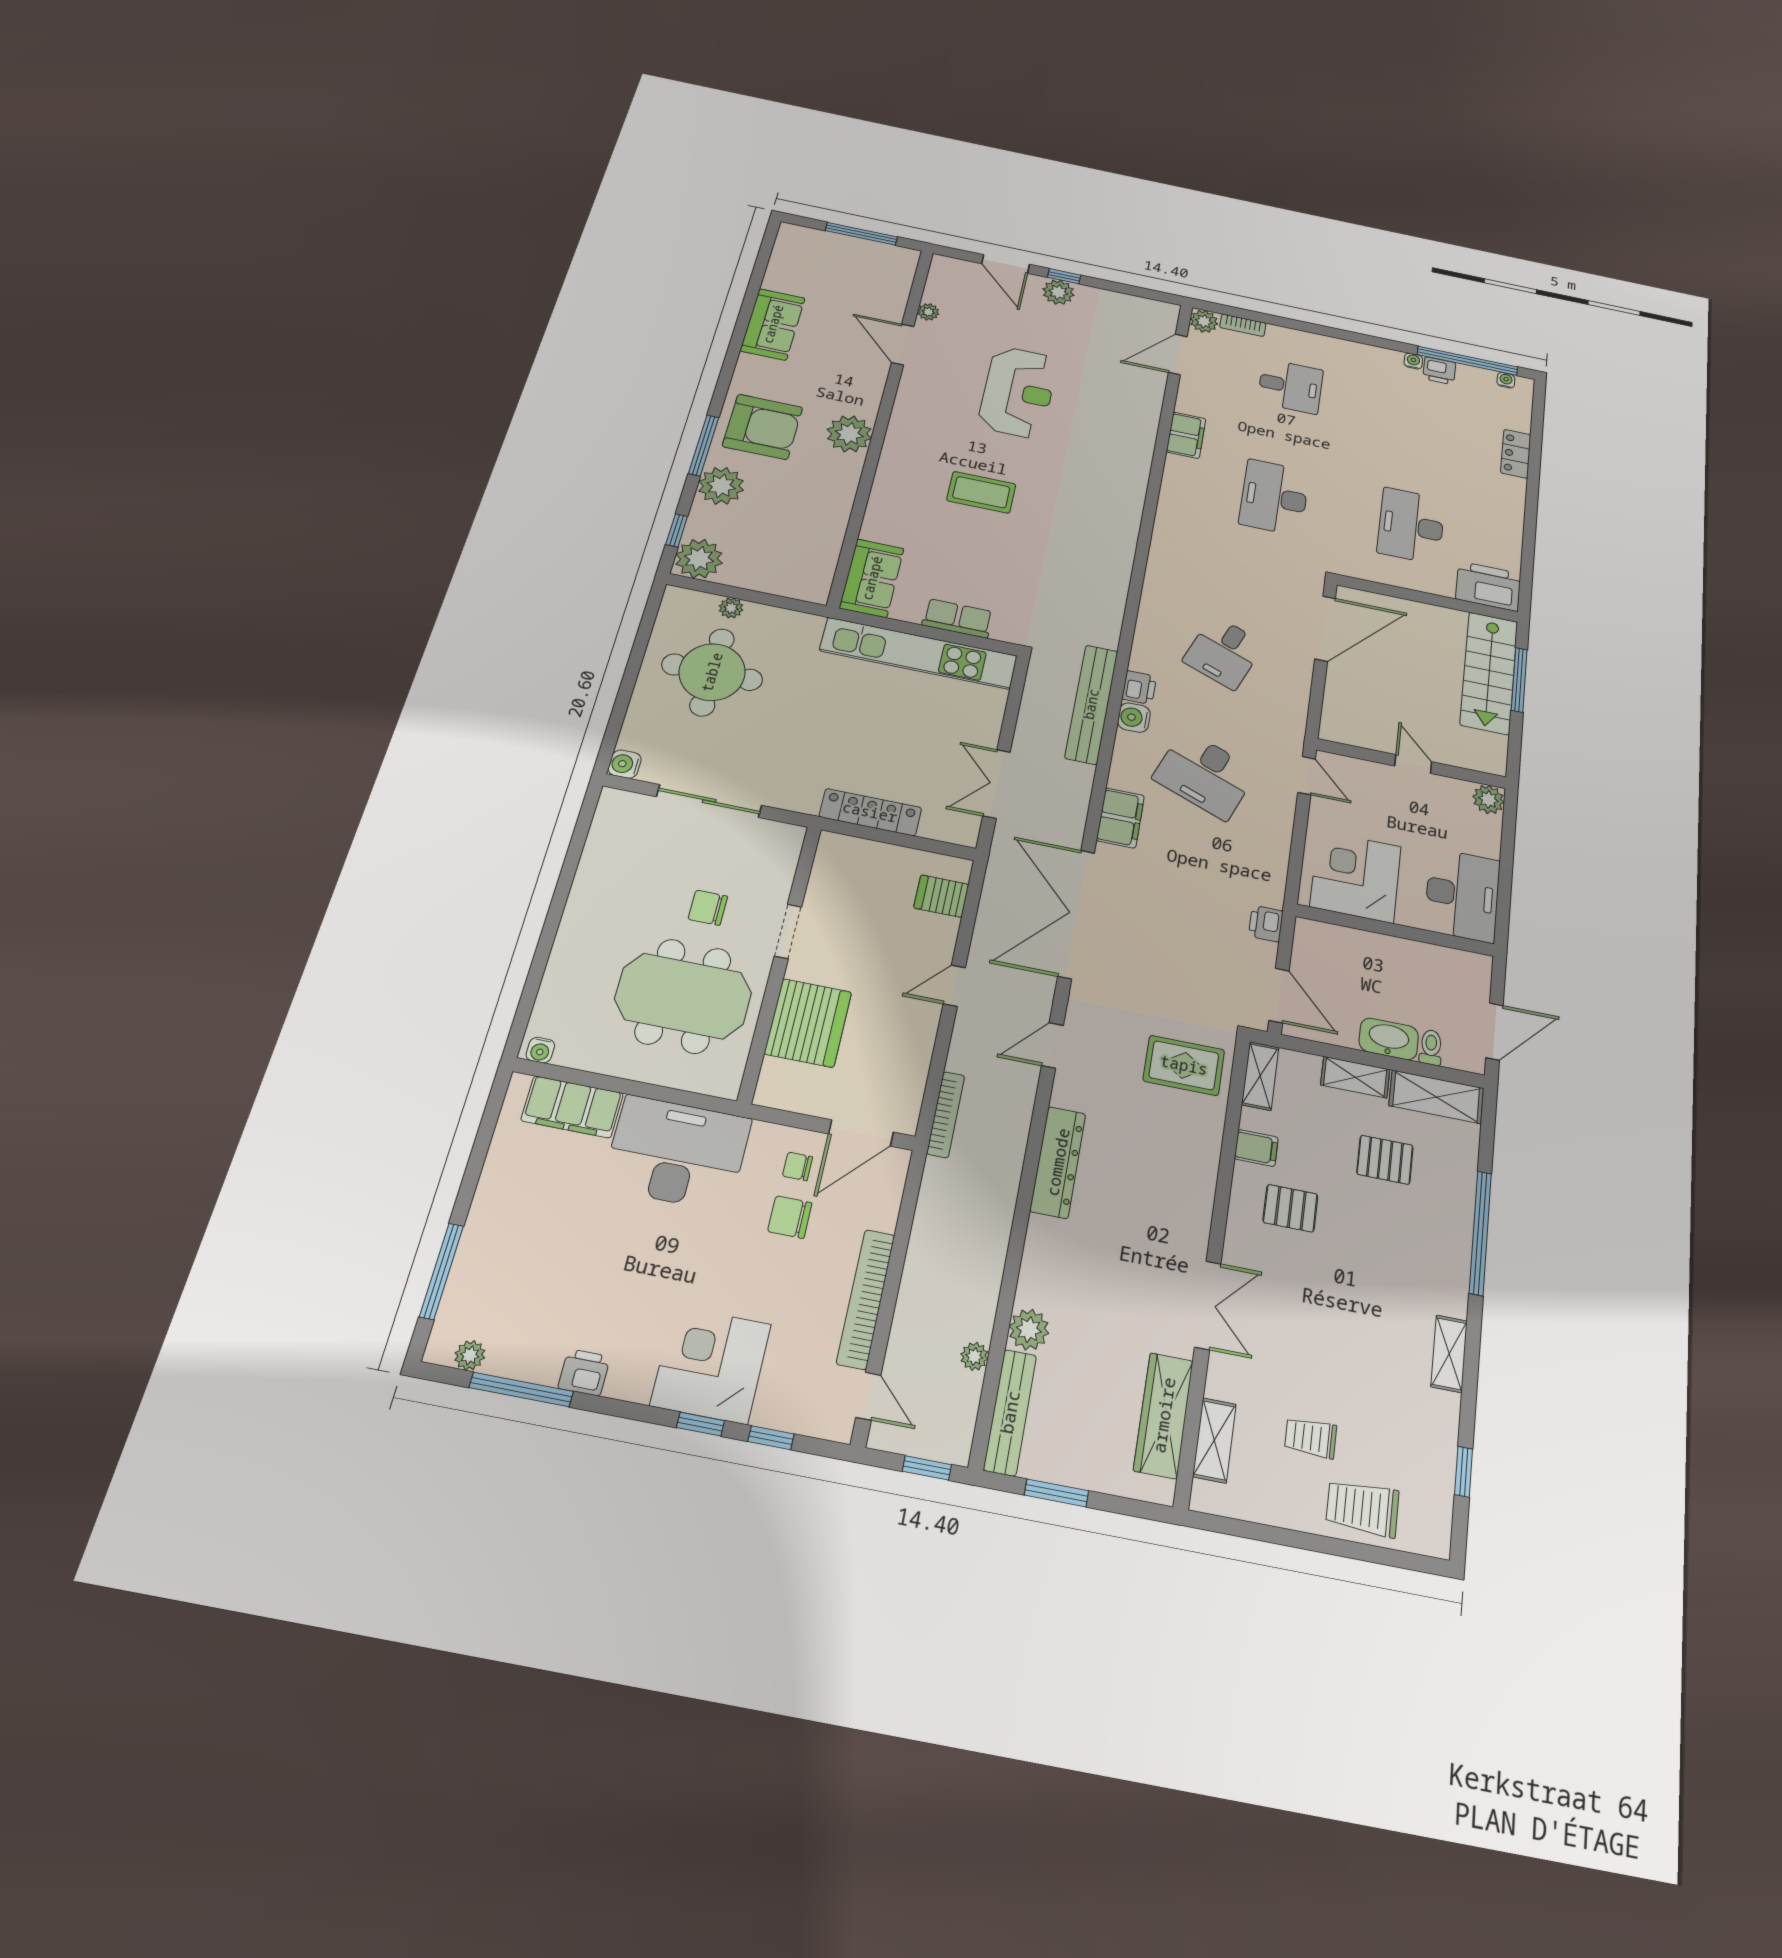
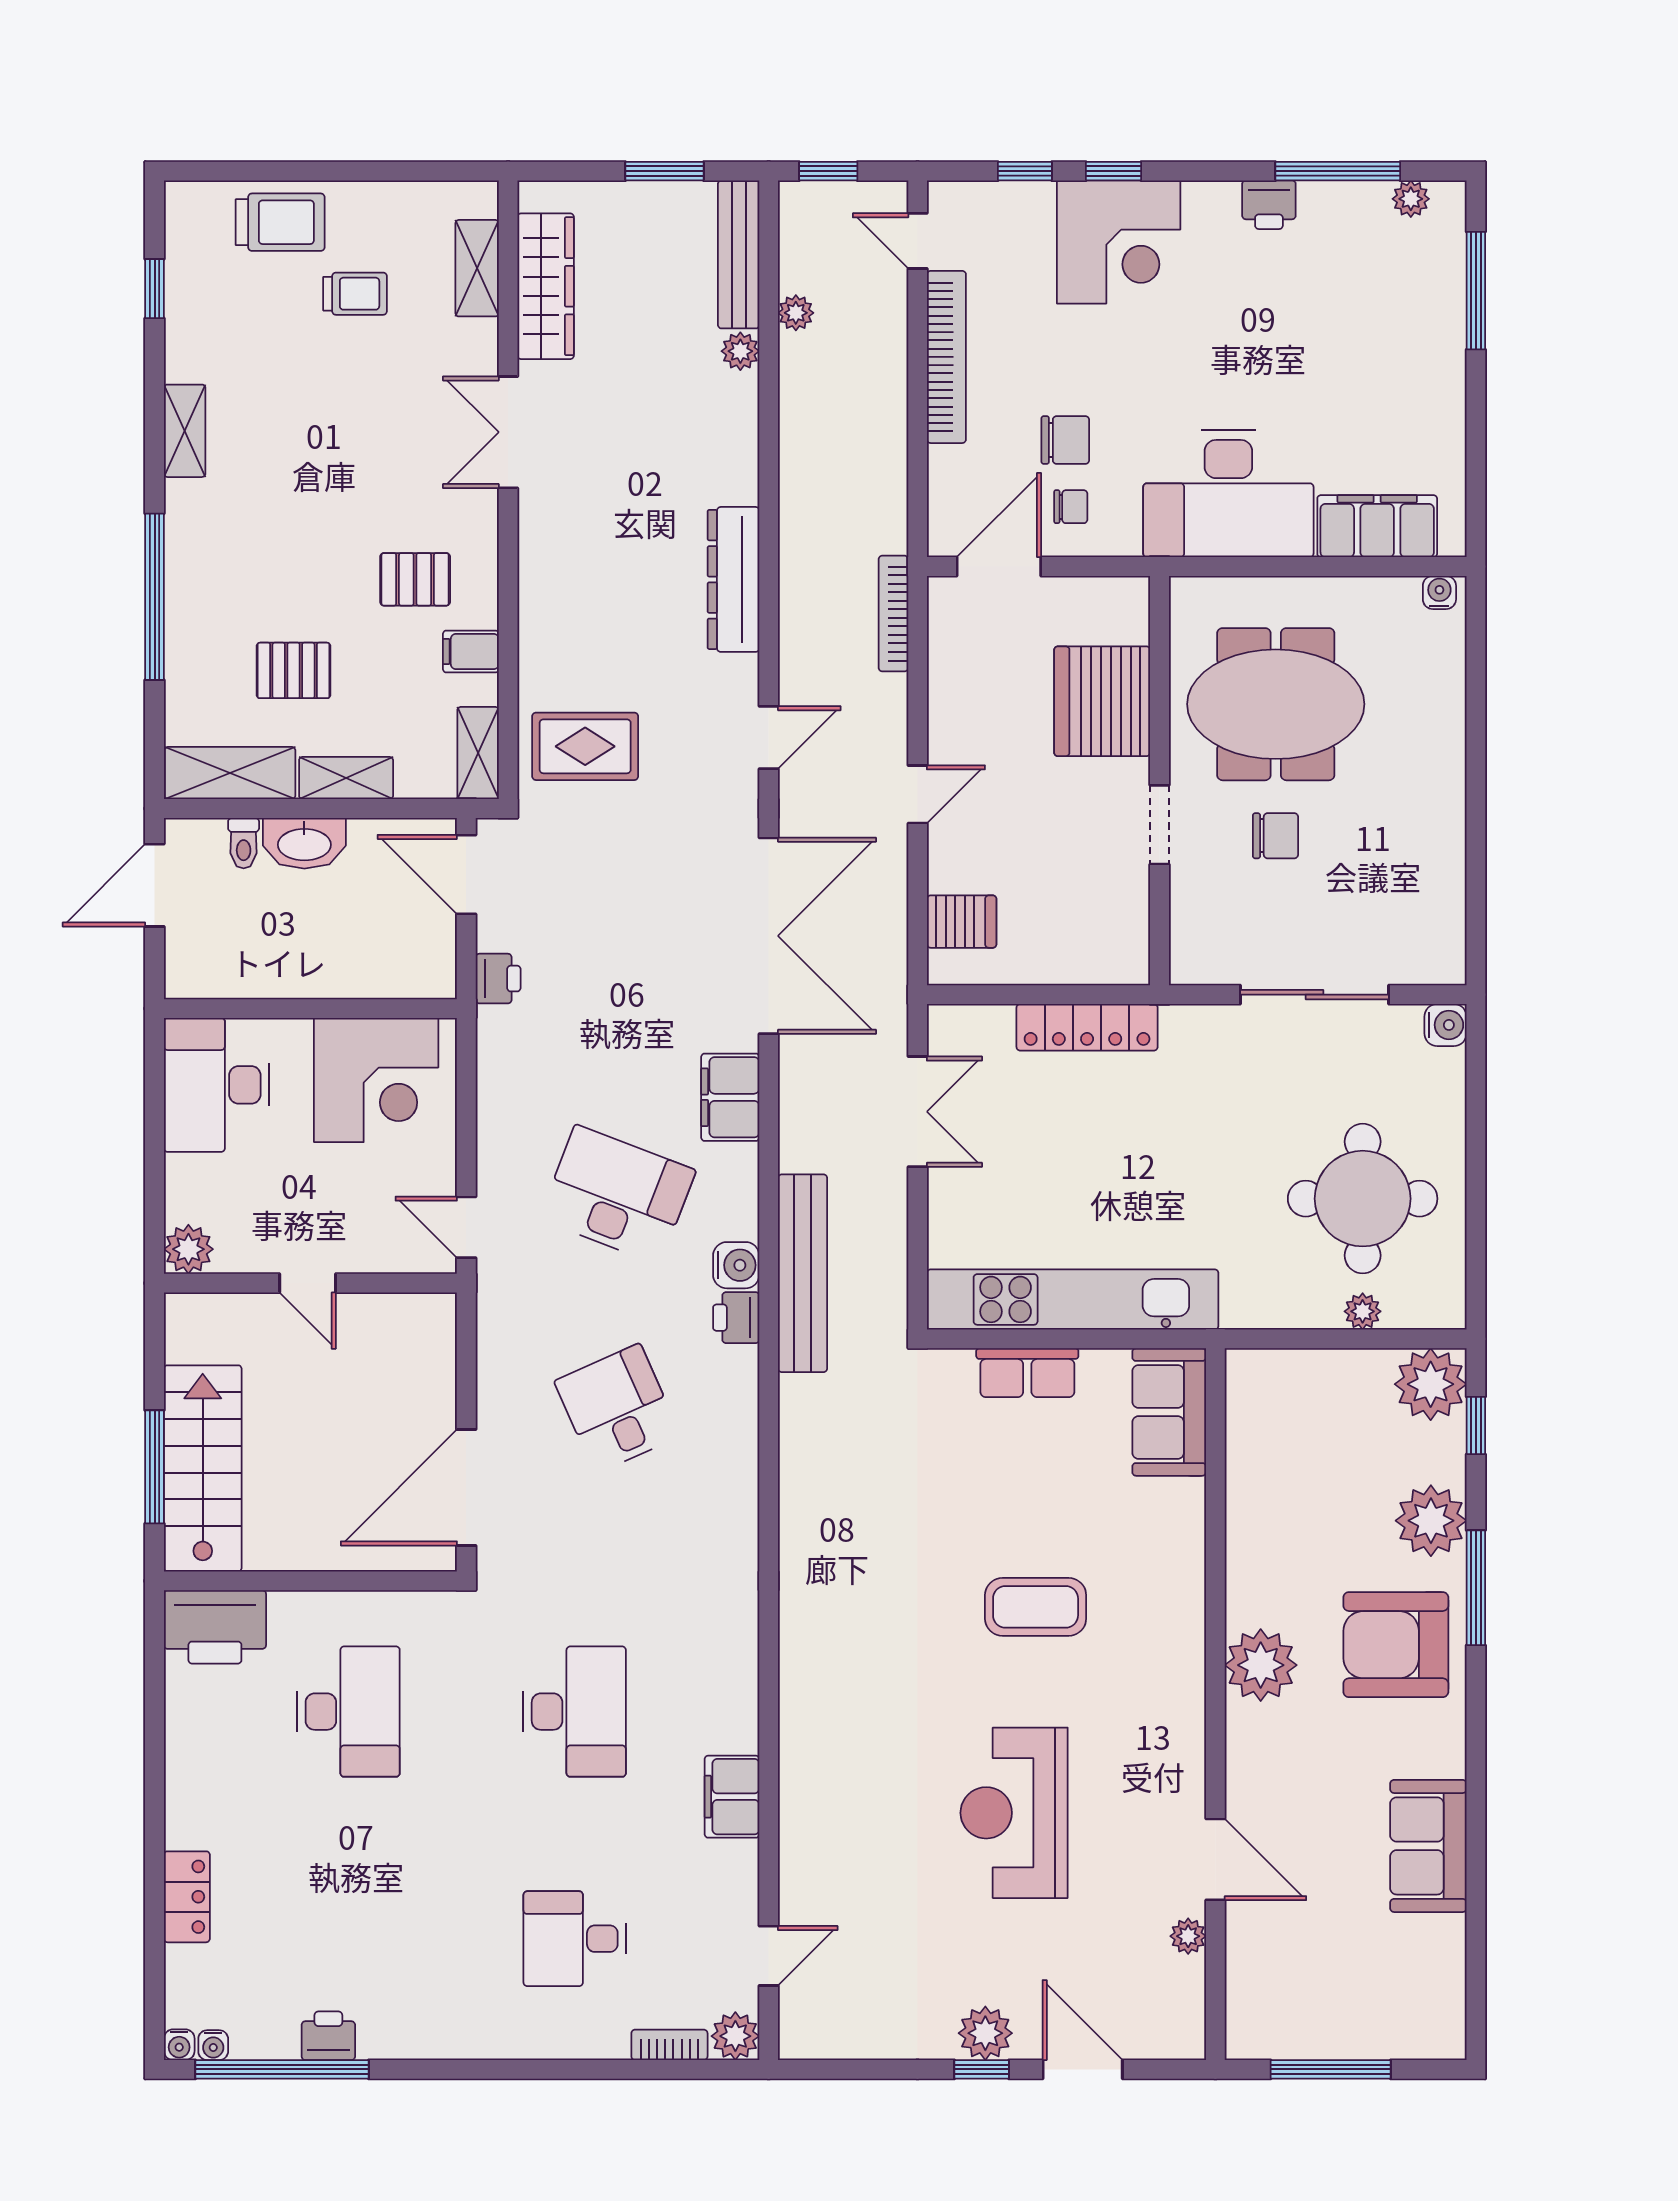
door: (1178, 354) -> (769, 1956), width x0.73
water cooler: (1413, 361) -> (179, 2045), moved
desk: (1224, 652) -> (617, 1409), turned -45
plant: (1029, 1330) -> (740, 351), width x0.73, depth x0.73

